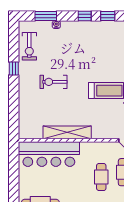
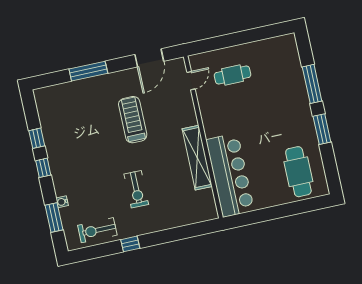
exercise bike: (29, 46) -> (97, 230), turned 180
cafe table: (101, 177) -> (245, 102), removed

